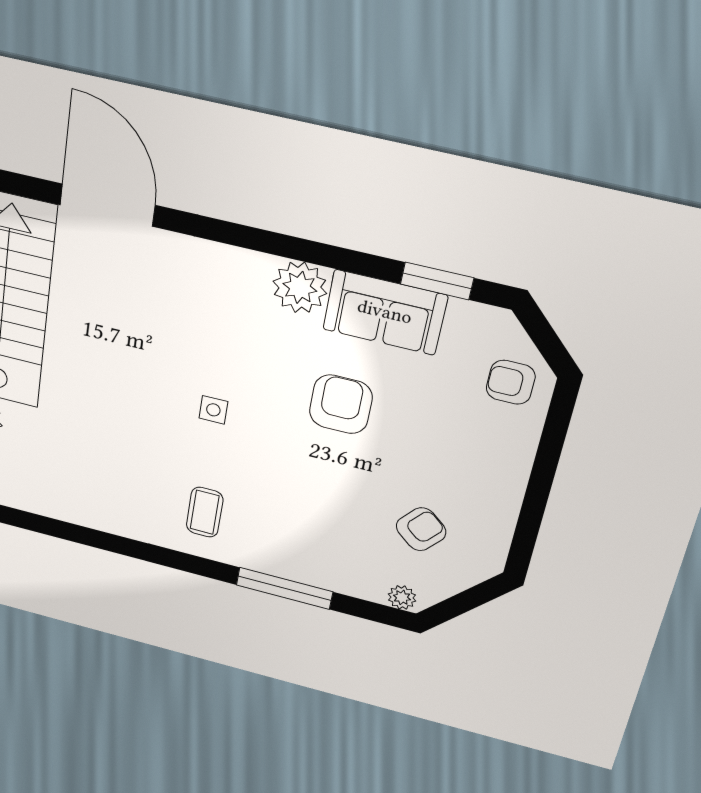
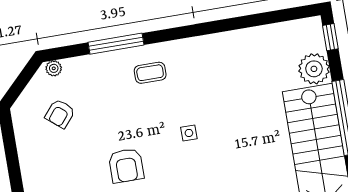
coffee table: (205, 512) -> (150, 73), moved, turned 90

